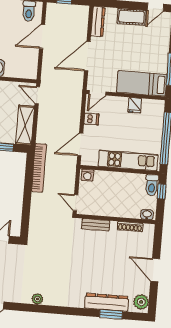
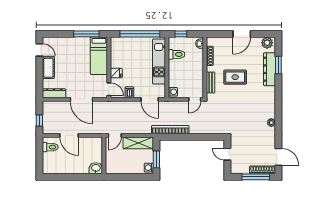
fridge: (135, 105) -> (116, 73), moved
toilet: (152, 185) -> (177, 54), moved
rug: (100, 257) -> (235, 77), added

